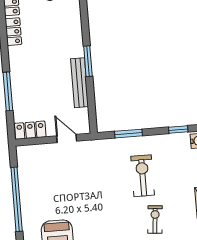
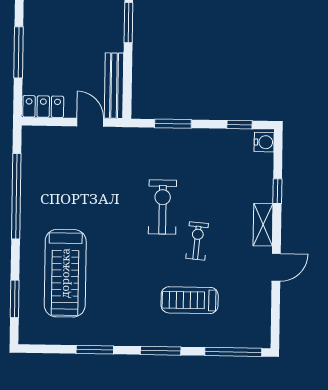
bench: (80, 83) -> (114, 86), moved
exercise bike: (143, 176) -> (162, 207), moved

